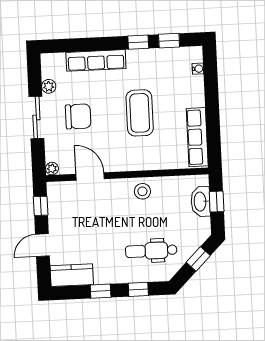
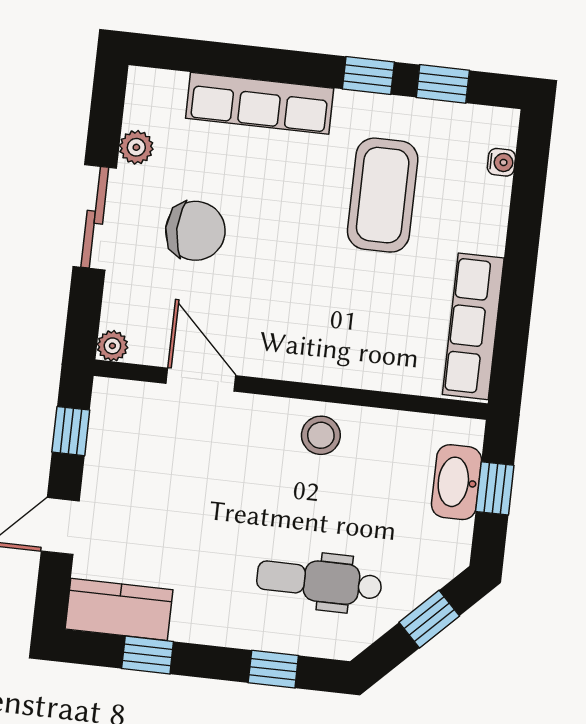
coffee table: (140, 113) -> (383, 195), moved
window: (101, 291) -> (148, 655), moved

